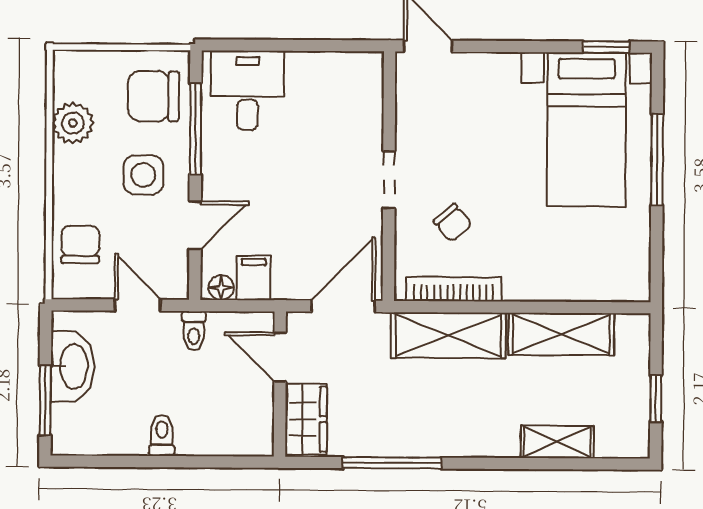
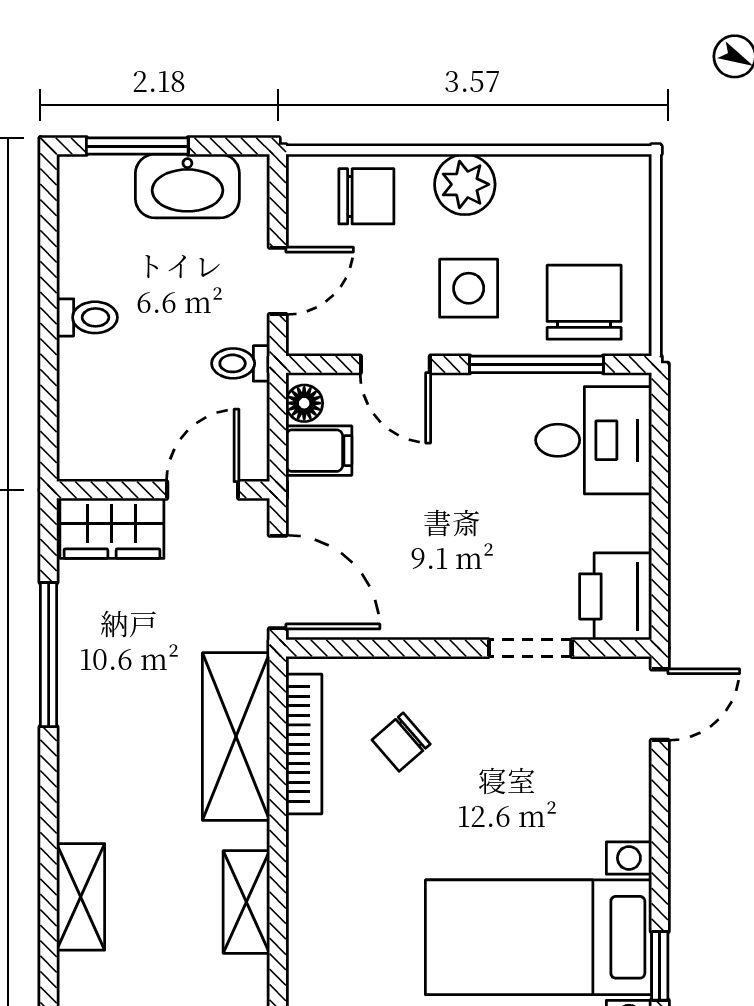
printer: (354, 76) -> (616, 596), added
plant: (73, 123) -> (465, 184), moved
doorway: (389, 180) -> (530, 648), moved
shelving: (561, 334) -> (246, 902), width x0.67, depth x0.75

